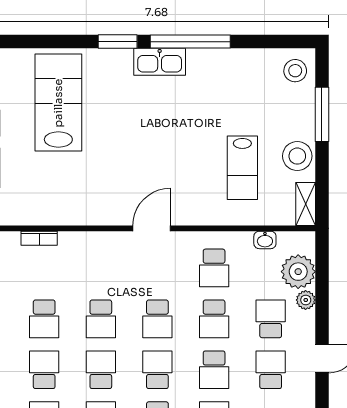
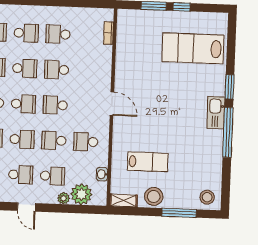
lab bench: (58, 103) -> (193, 48), turned 180
lab bench: (242, 168) -> (148, 162), turned 180
school desk: (214, 370) -> (22, 139), turned 180

